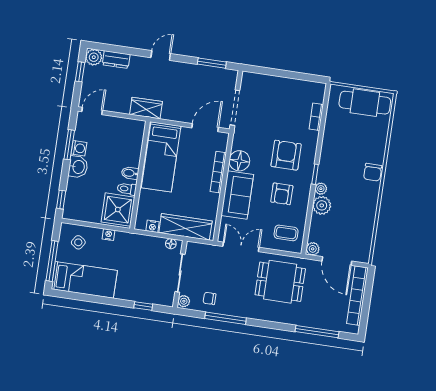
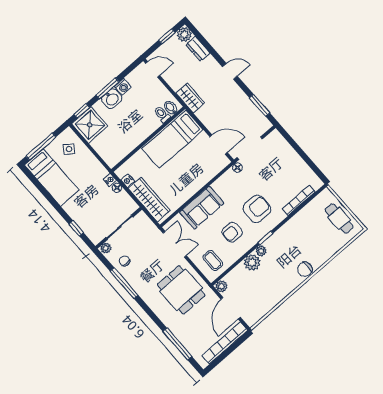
cafe table: (365, 103) -> (339, 218), width x0.73, depth x0.74
bookcase: (316, 117) -> (299, 200), width x1.56
window: (69, 145) -> (107, 88), moved
floor lamp: (239, 161) -> (237, 168), moved, width x0.53, depth x0.53
bookcase: (218, 172) -> (202, 182), removed
bidet: (130, 173) -> (171, 108), moved
toilet: (127, 189) -> (162, 114), moved
shower: (118, 210) -> (90, 125), moved
nightstand: (109, 235) -> (110, 180), moved
floor lamp: (171, 244) -> (117, 188), moved

